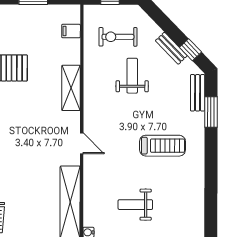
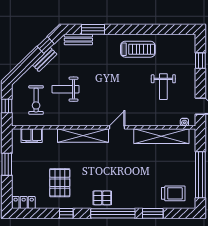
filing cabinet: (71, 31) -> (32, 136), width x2.00
shelving: (71, 88) -> (83, 136), width x1.47
treadmill: (163, 146) -> (138, 49), moved, turned 90

